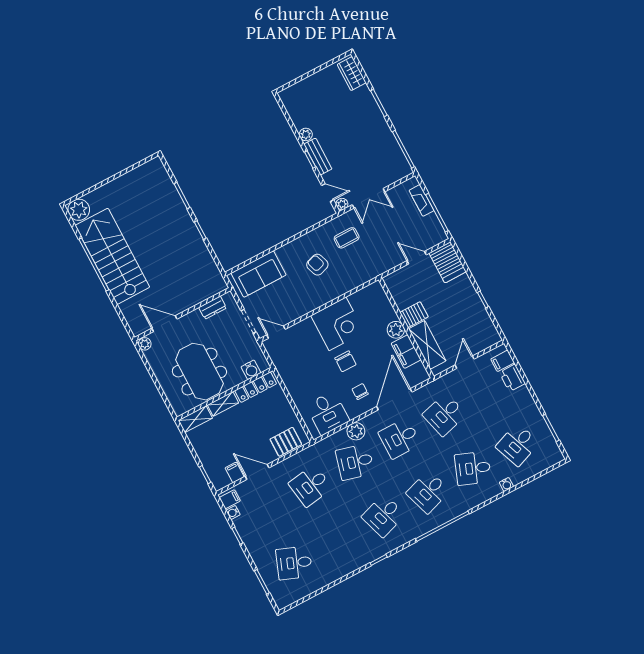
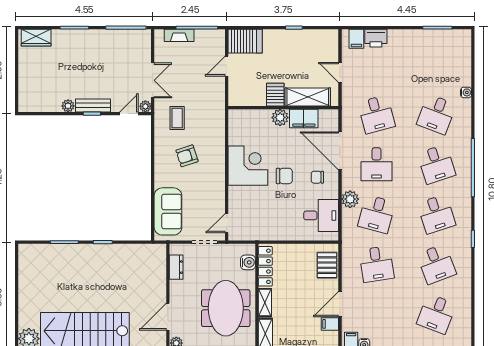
meeting table: (199, 372) -> (226, 308), turned 90
desk: (517, 445) -> (436, 264), moved

